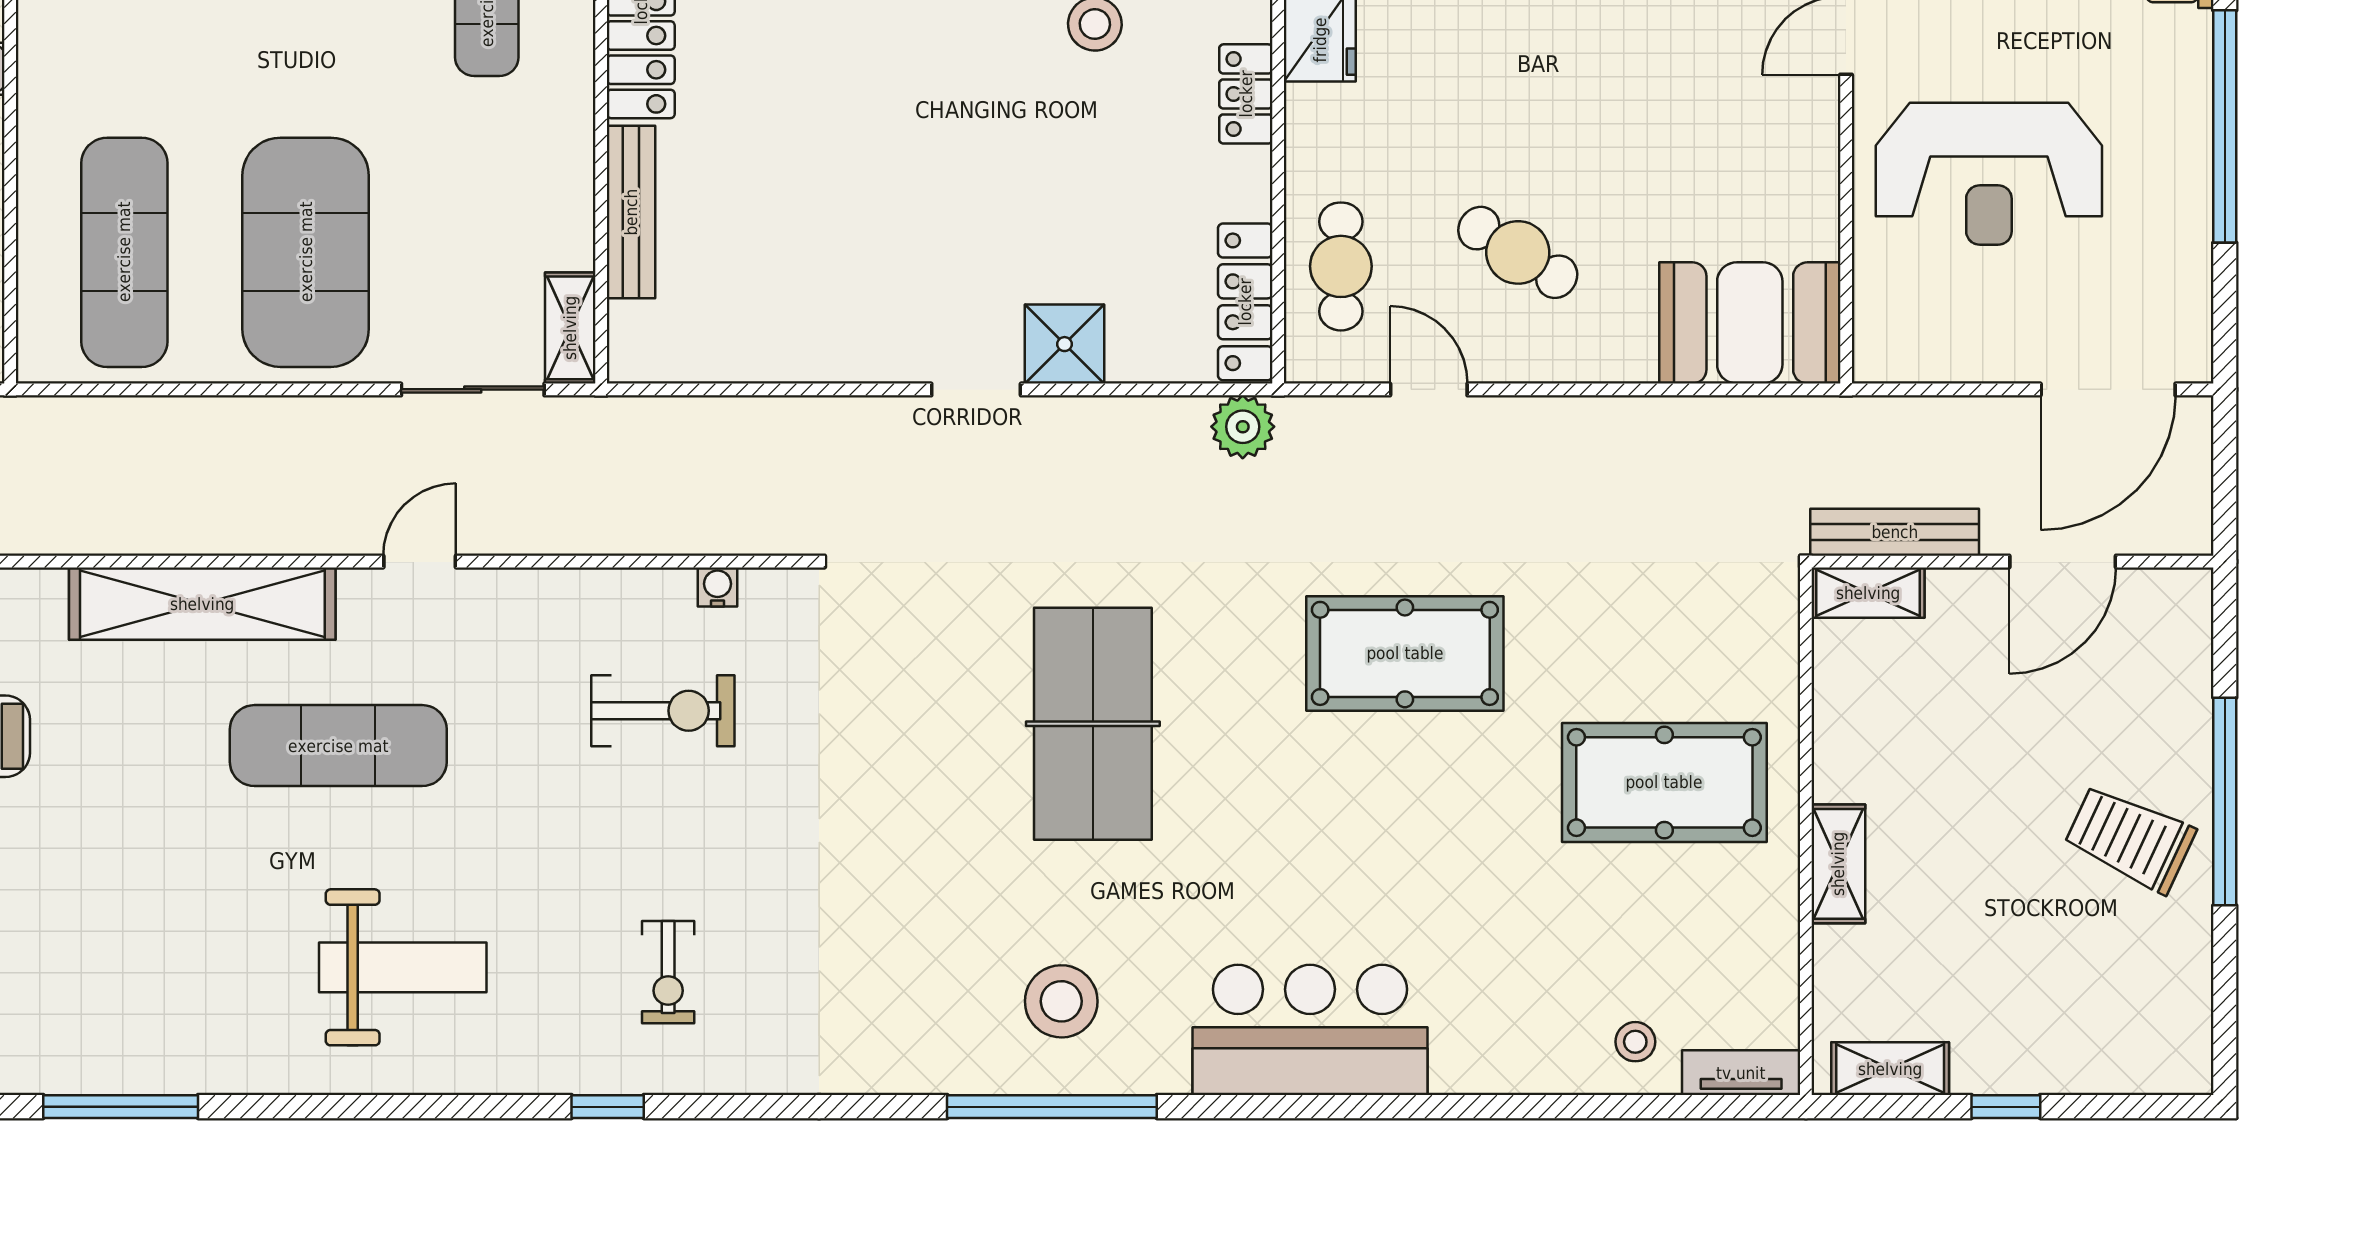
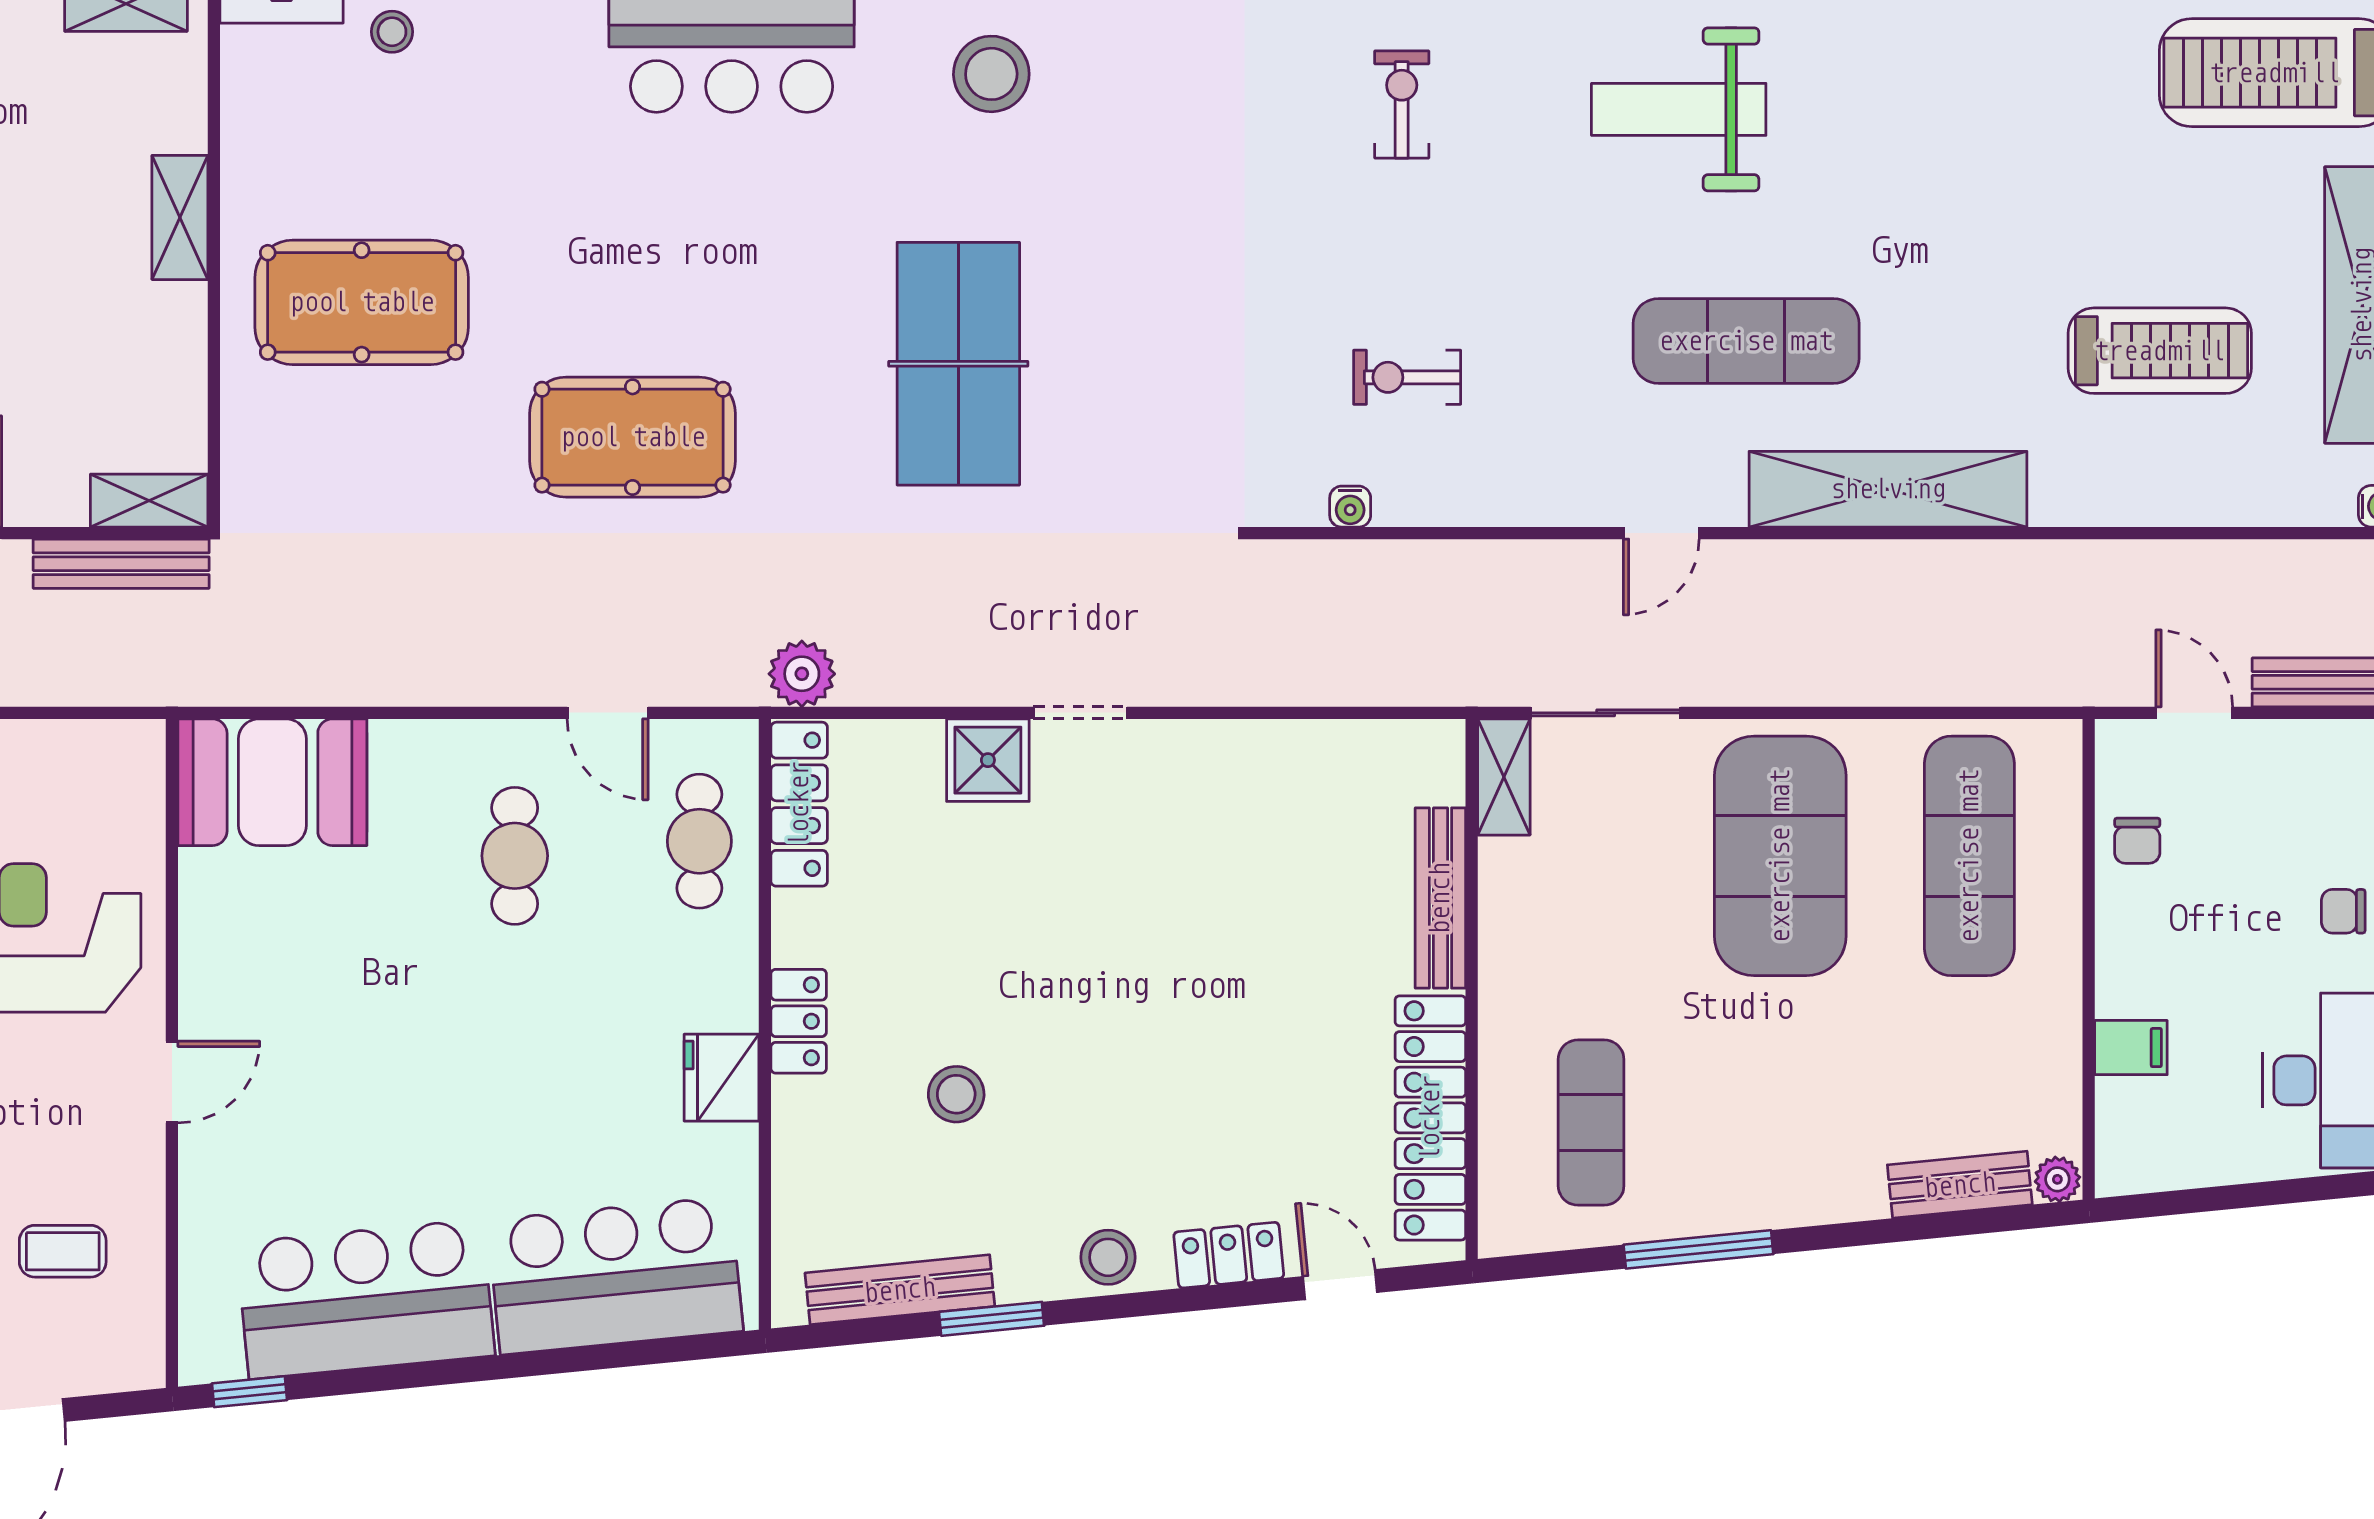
cafe table: (1518, 252) -> (515, 856), turned 58
exercise bike: (663, 711) -> (1407, 377), width x0.73, depth x0.72

